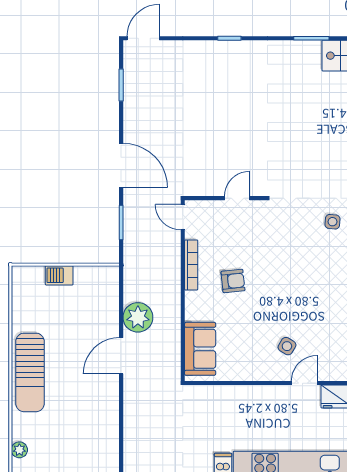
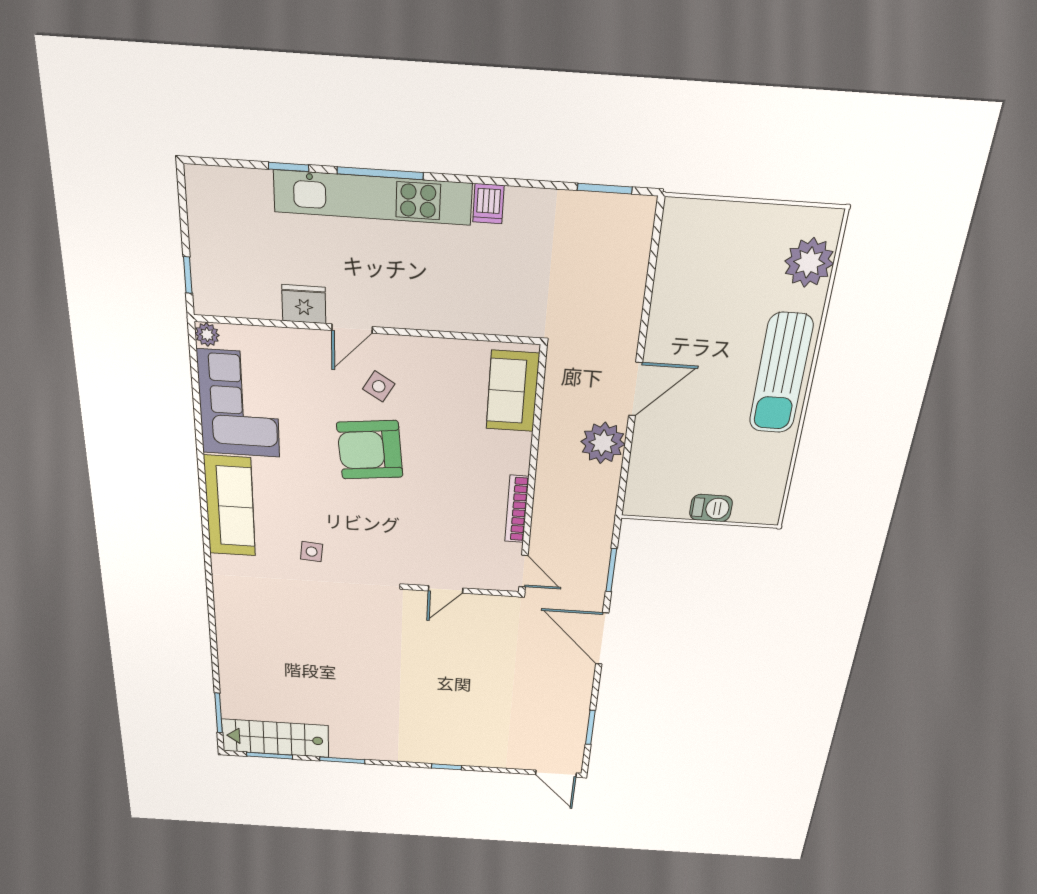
door: (143, 38) -> (556, 774), hinge flipped
armchair: (233, 281) -> (370, 450), moved, width x1.88, depth x1.88
sun lounger: (30, 372) -> (781, 374), turned 180
plant: (19, 450) -> (809, 263), width x1.87, depth x1.87

